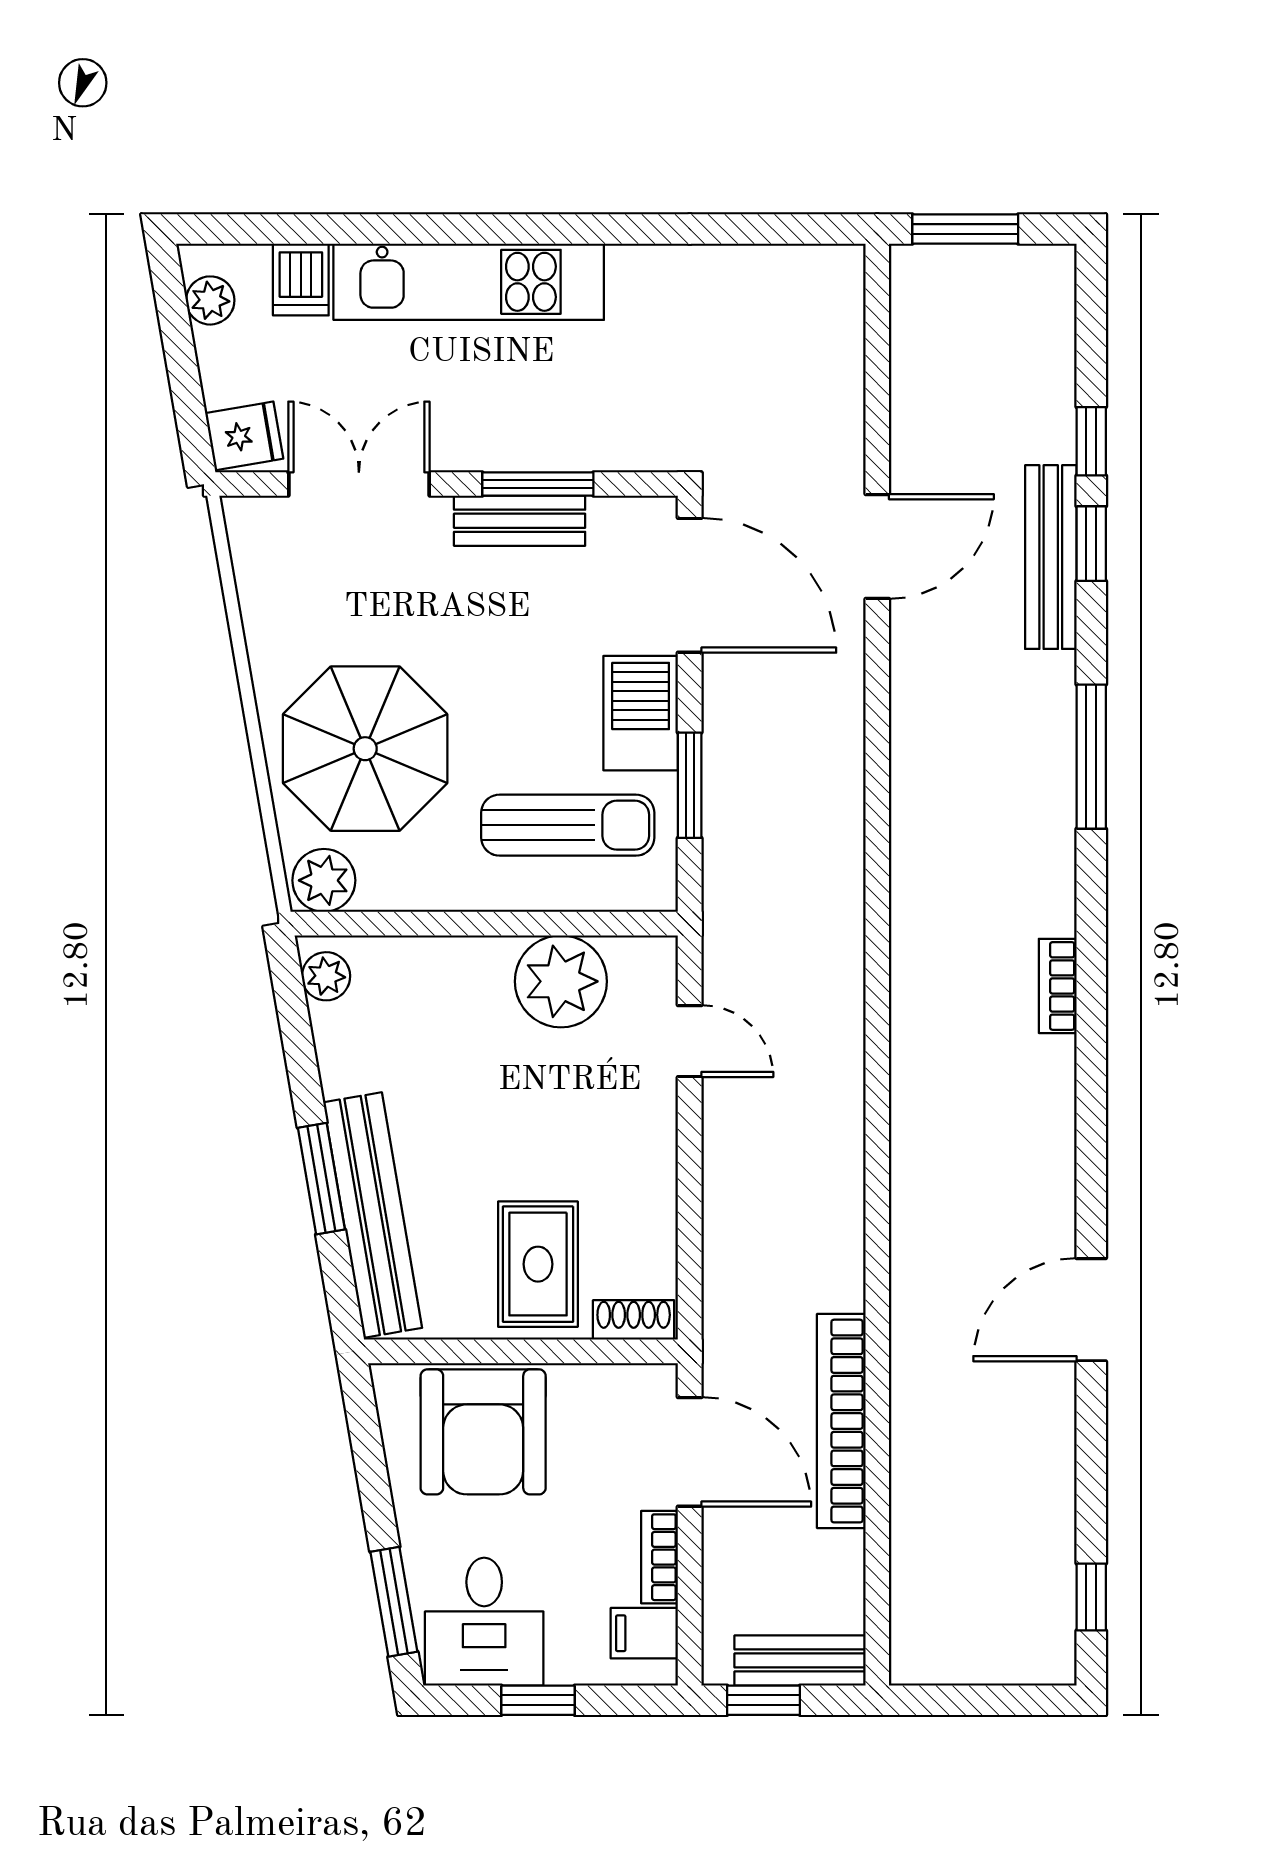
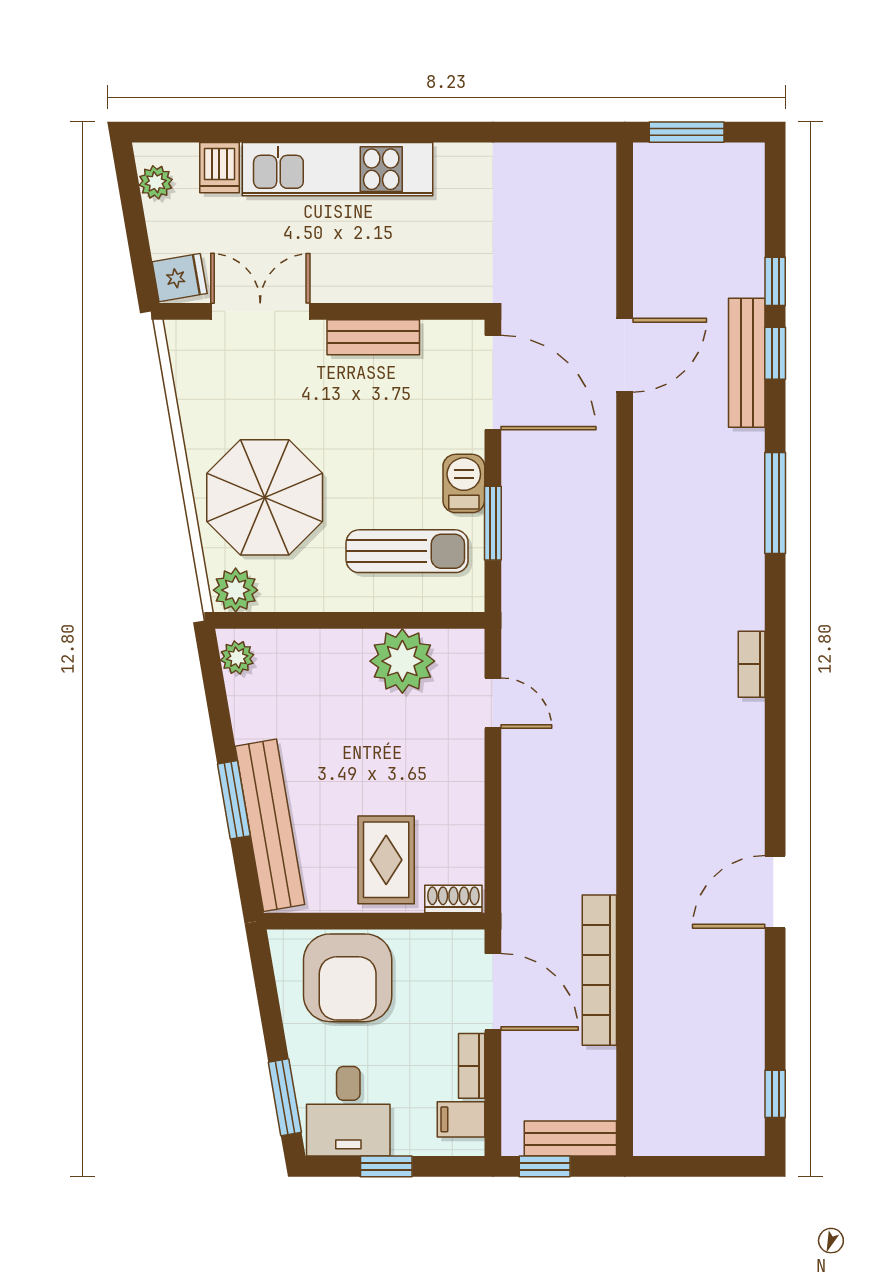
window: (538, 484) -> (386, 311), removed
barbecue: (641, 713) -> (464, 483), width x0.73, depth x0.79

